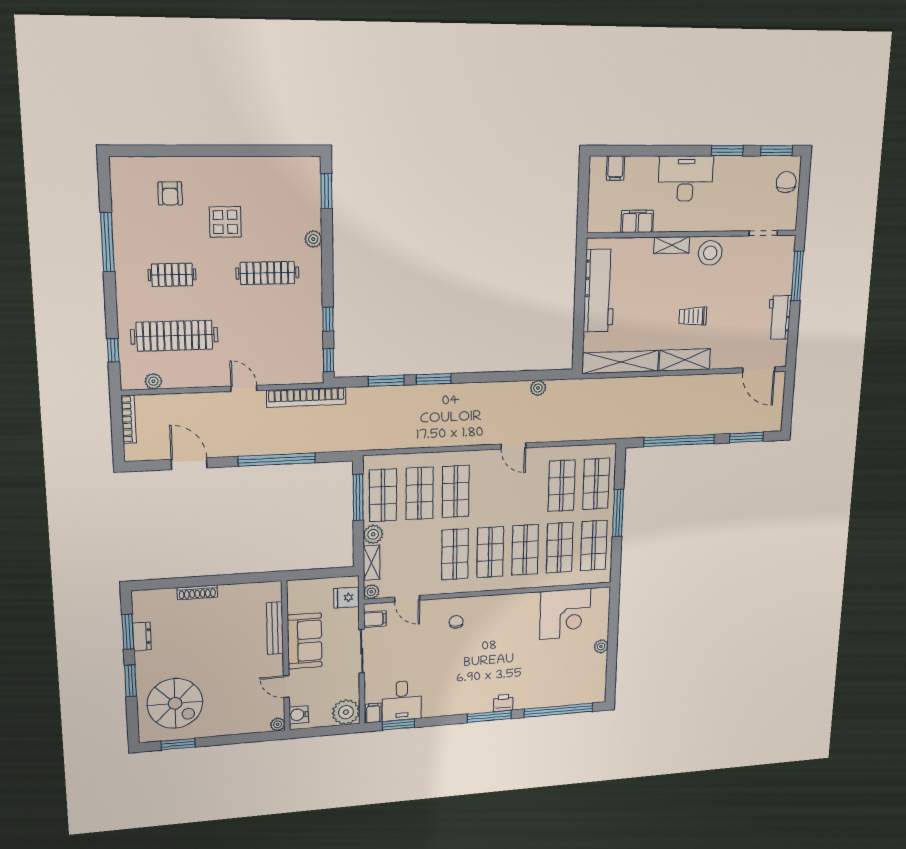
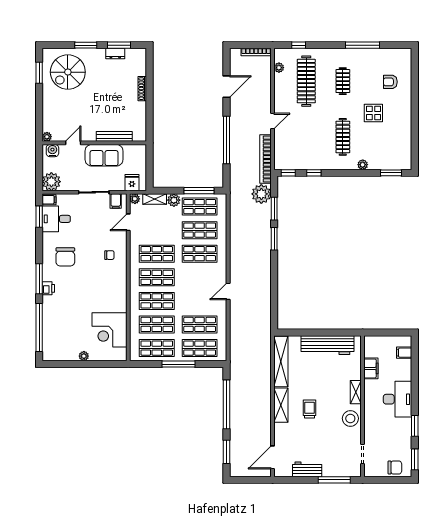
plant: (538, 388) -> (261, 194), moved, width x1.88, depth x1.88
chair: (458, 683) -> (65, 257), added

